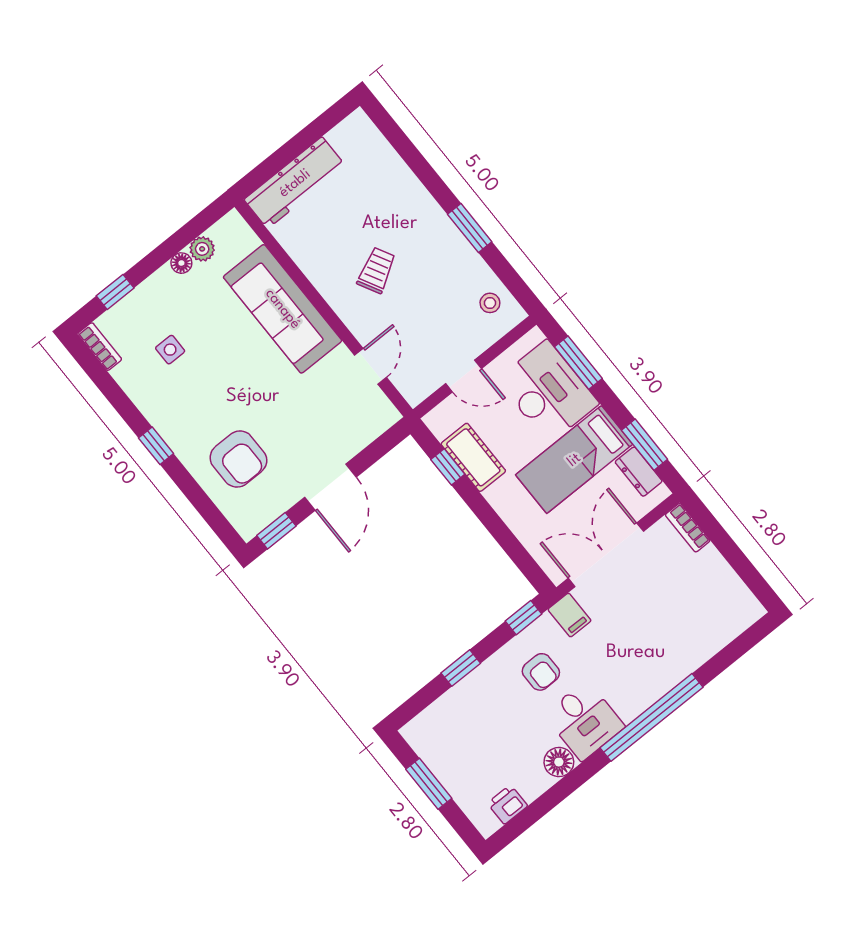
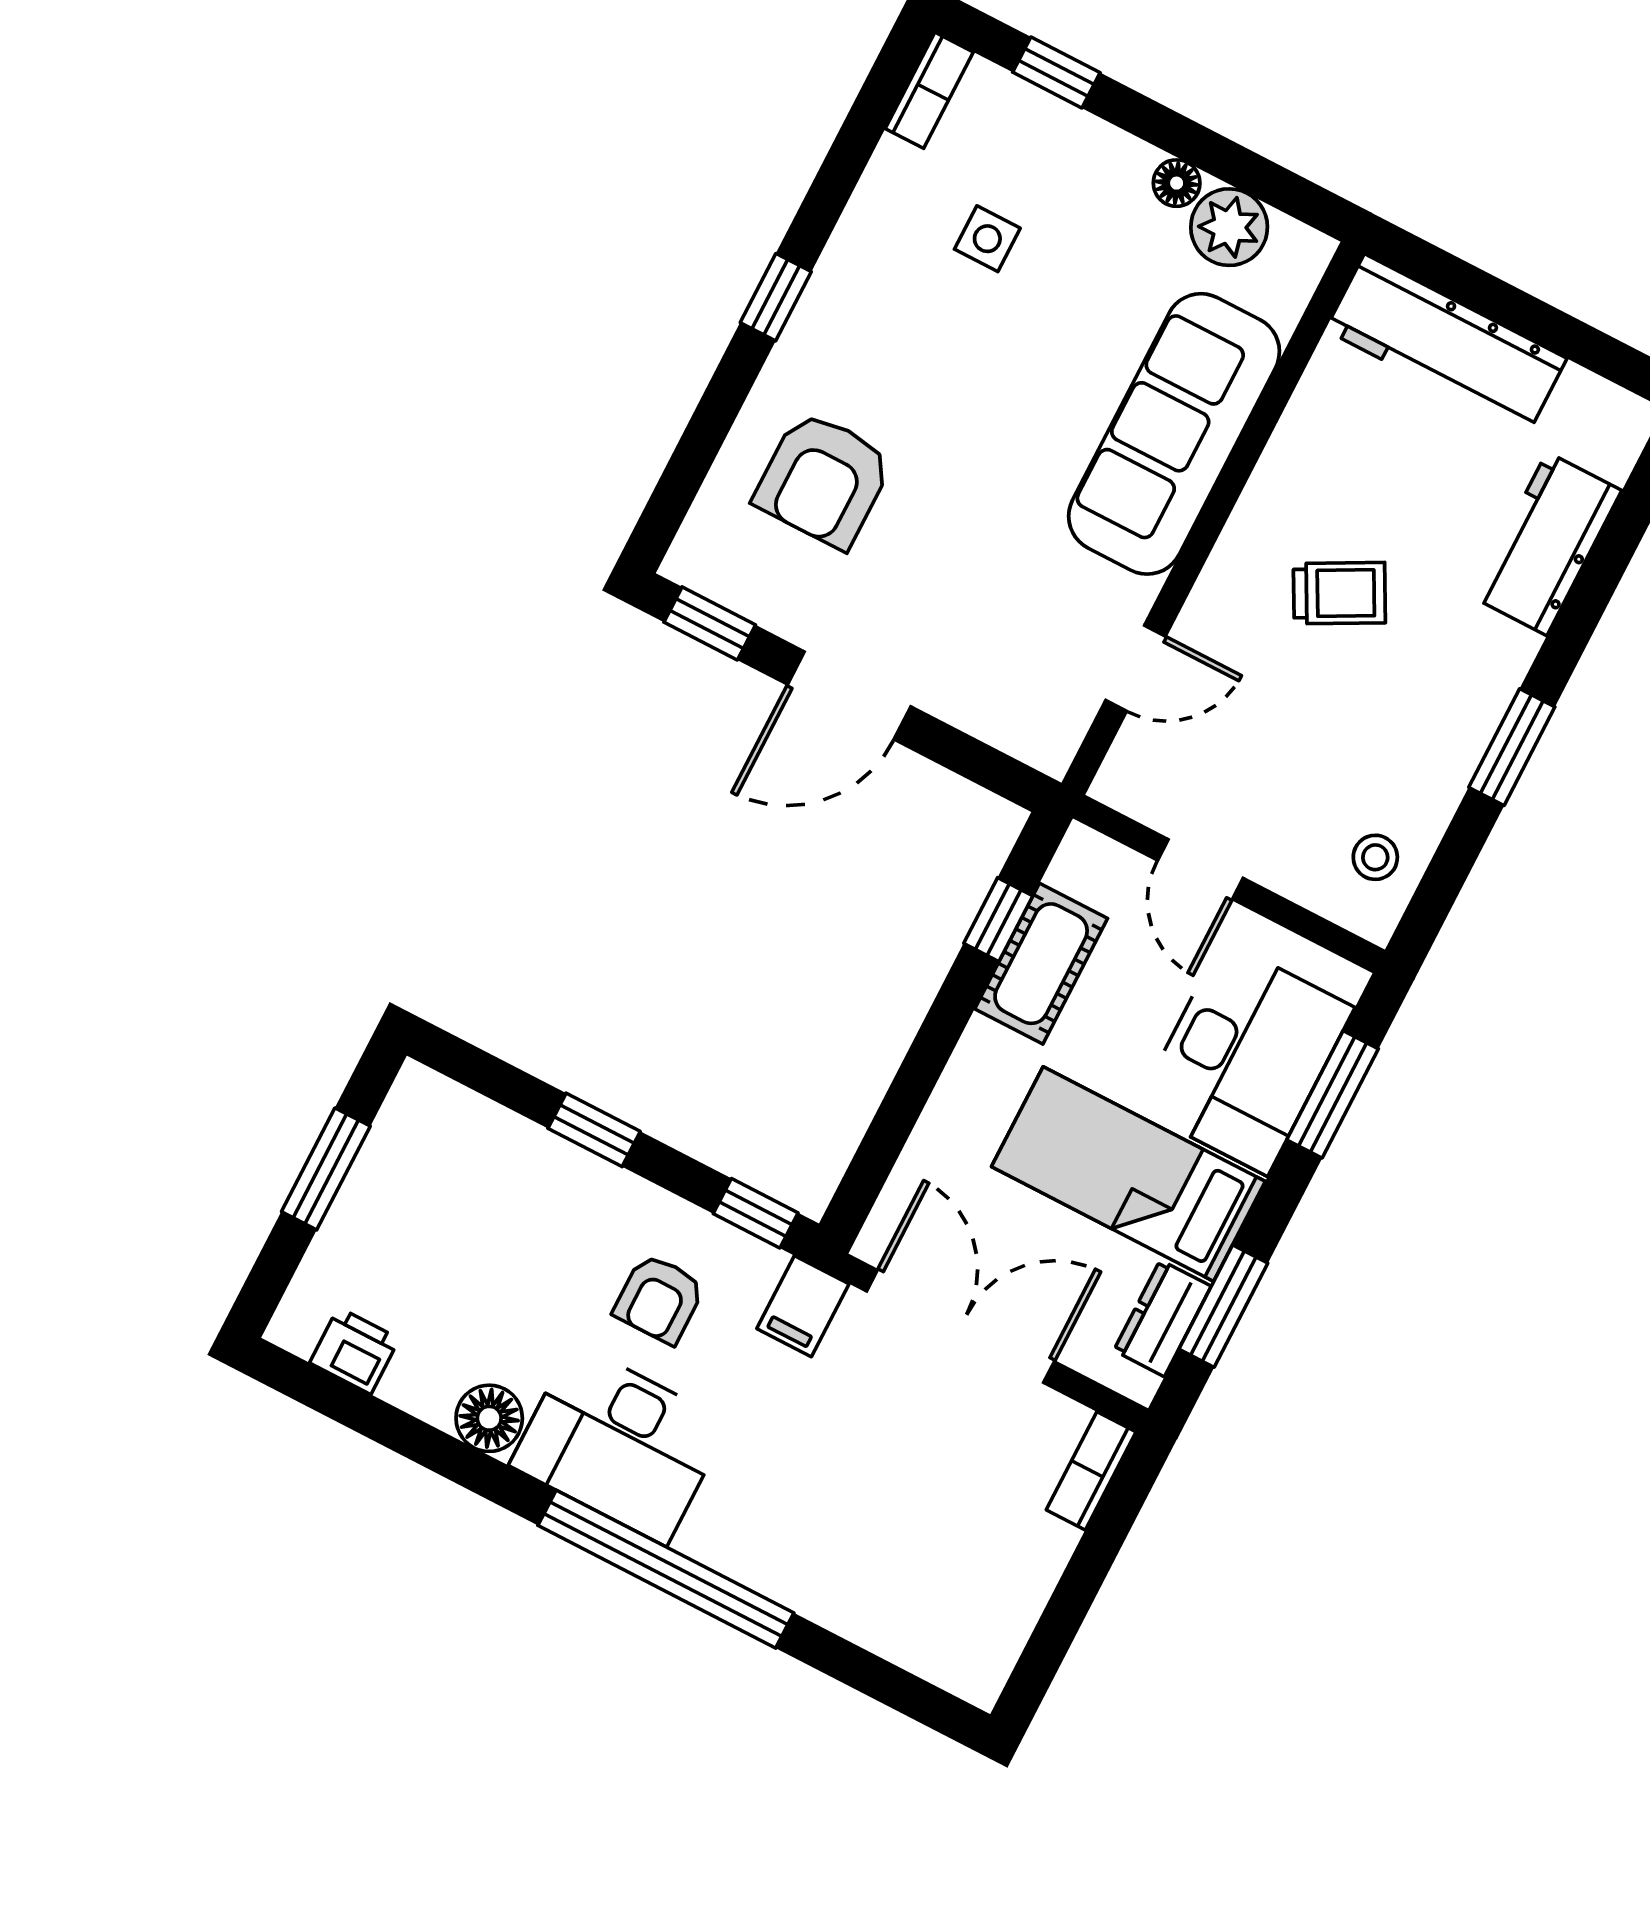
workbench: (394, 177) -> (1547, 544), added
plant: (202, 249) -> (1229, 227), width x1.38, depth x1.38
desk: (584, 721) -> (620, 1444), width x1.37

